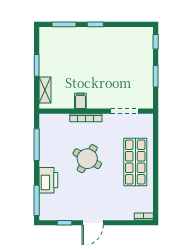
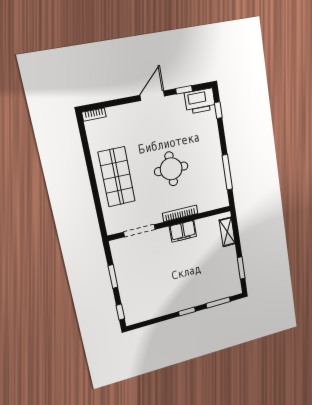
window: (37, 65) -> (241, 268), moved
filing cabinet: (80, 101) -> (183, 231), width x2.00
round table: (87, 159) -> (171, 169), turned -30
printer: (48, 180) -> (200, 101), moved, turned -90
window: (37, 200) -> (218, 110), width x0.46

